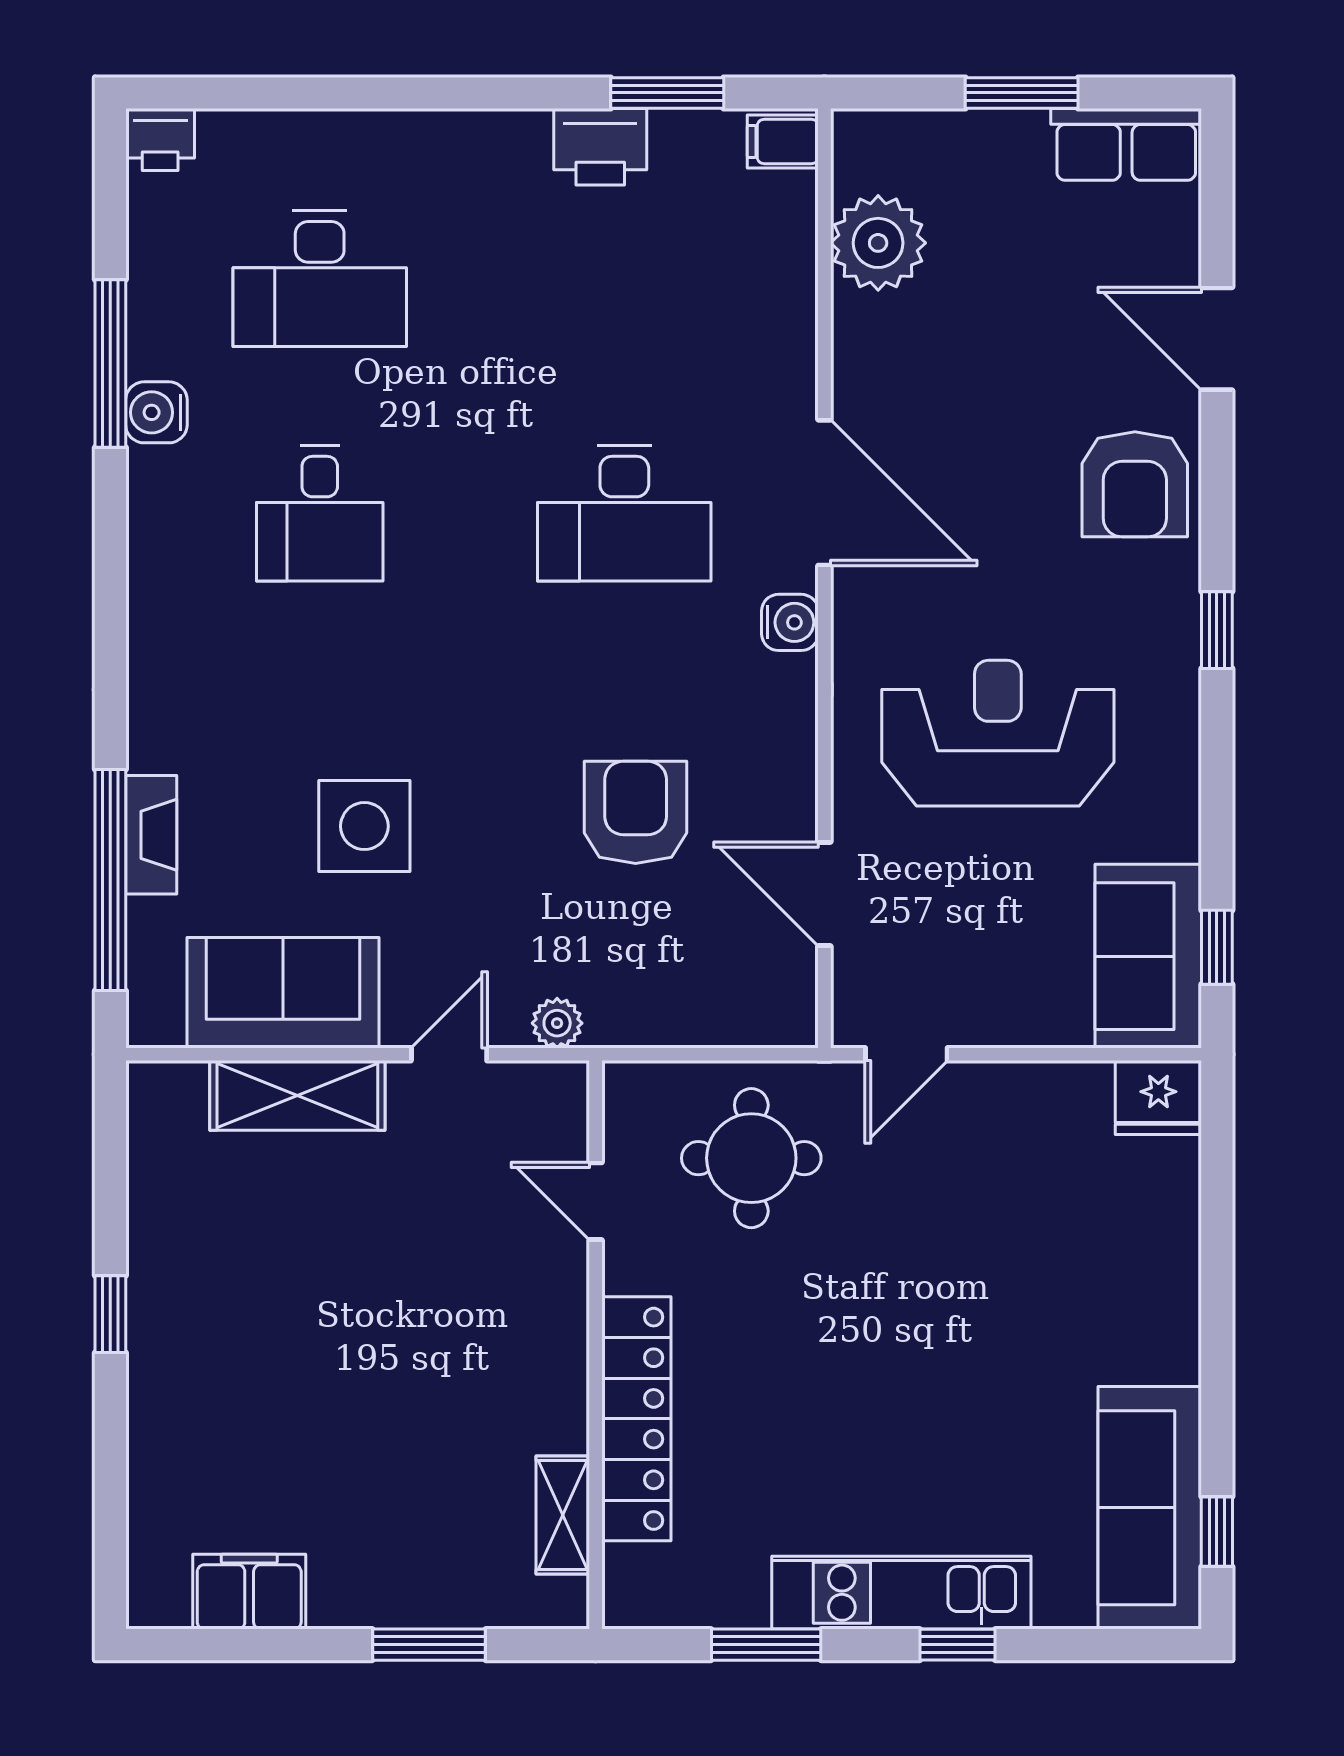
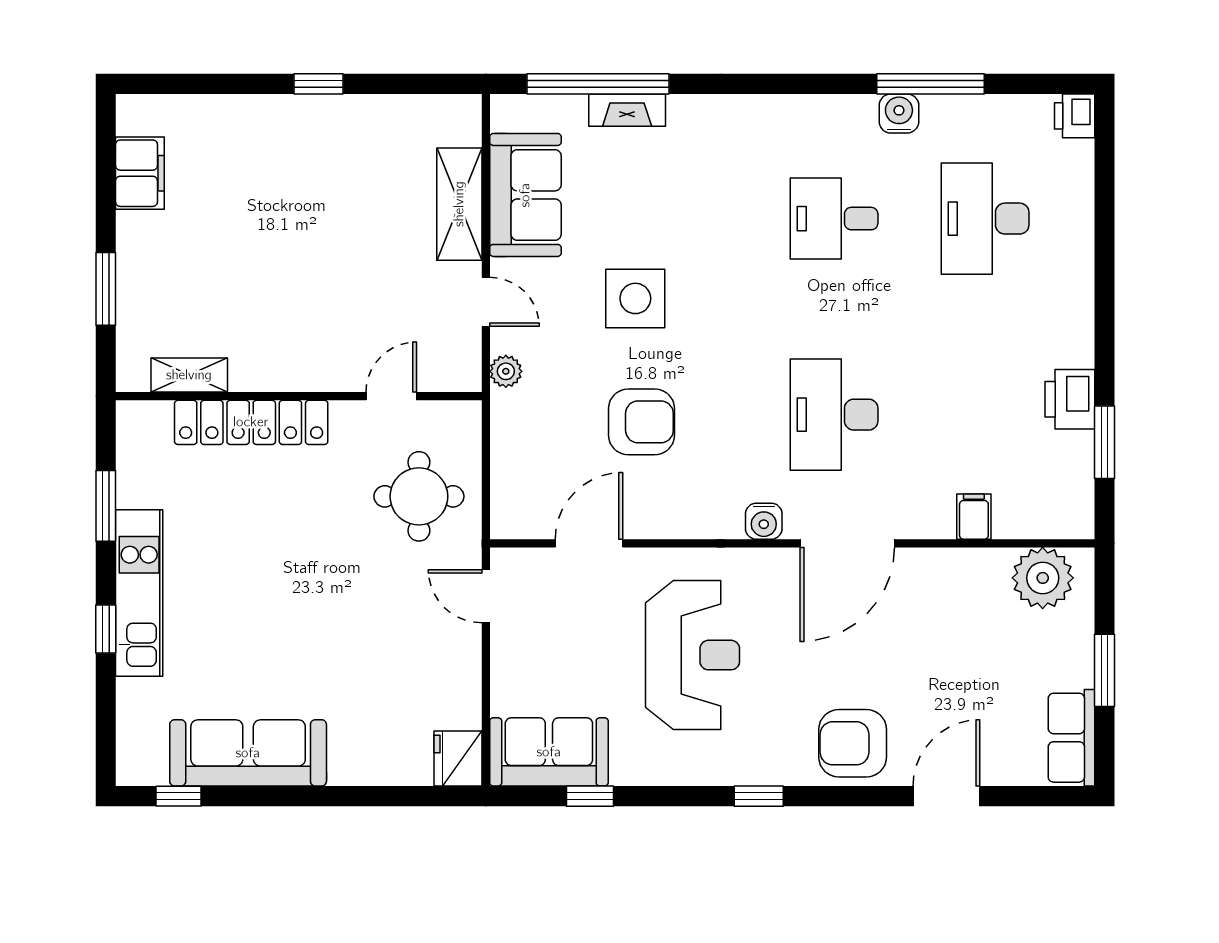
filing cabinet: (783, 141) -> (974, 517), moved
plant: (878, 243) -> (1043, 578), moved
side table: (364, 826) -> (635, 298), moved
window: (1217, 947) -> (590, 796), moved
sofa: (1150, 1508) -> (248, 753), moved

